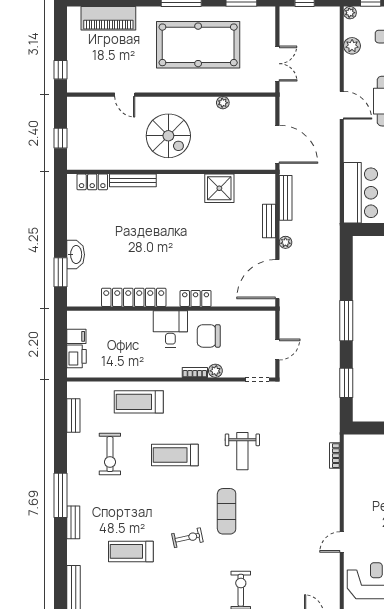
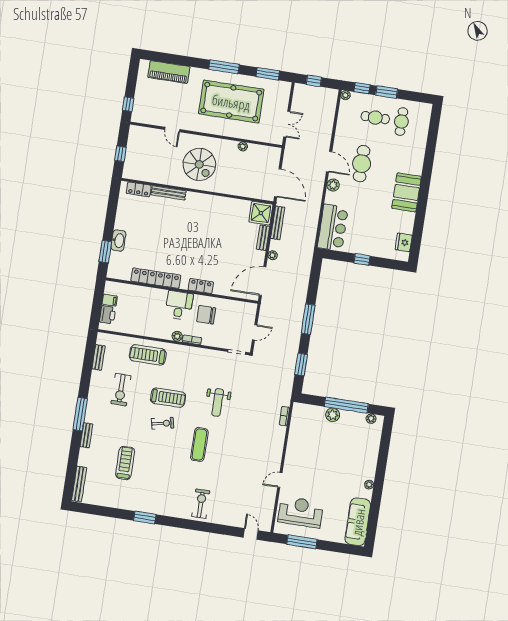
plant: (352, 46) -> (333, 185), moved
shower: (219, 188) -> (261, 213), moved
plant: (215, 371) -> (177, 336), moved
treadmill: (175, 455) -> (168, 398), turned 180
exercise bike: (187, 538) -> (163, 423), moved
treadmill: (131, 551) -> (125, 463), turned 90

